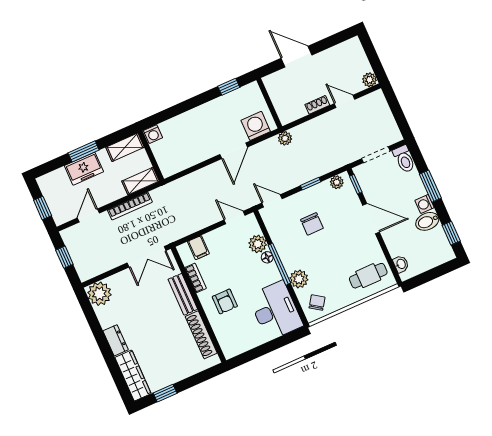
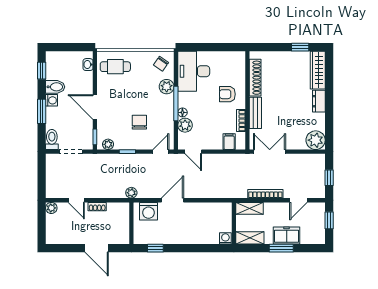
door: (272, 201) -> (161, 152), swing flipped
armchair: (225, 301) -> (227, 94), turned -90

